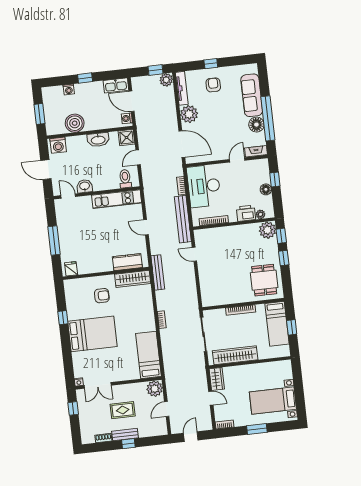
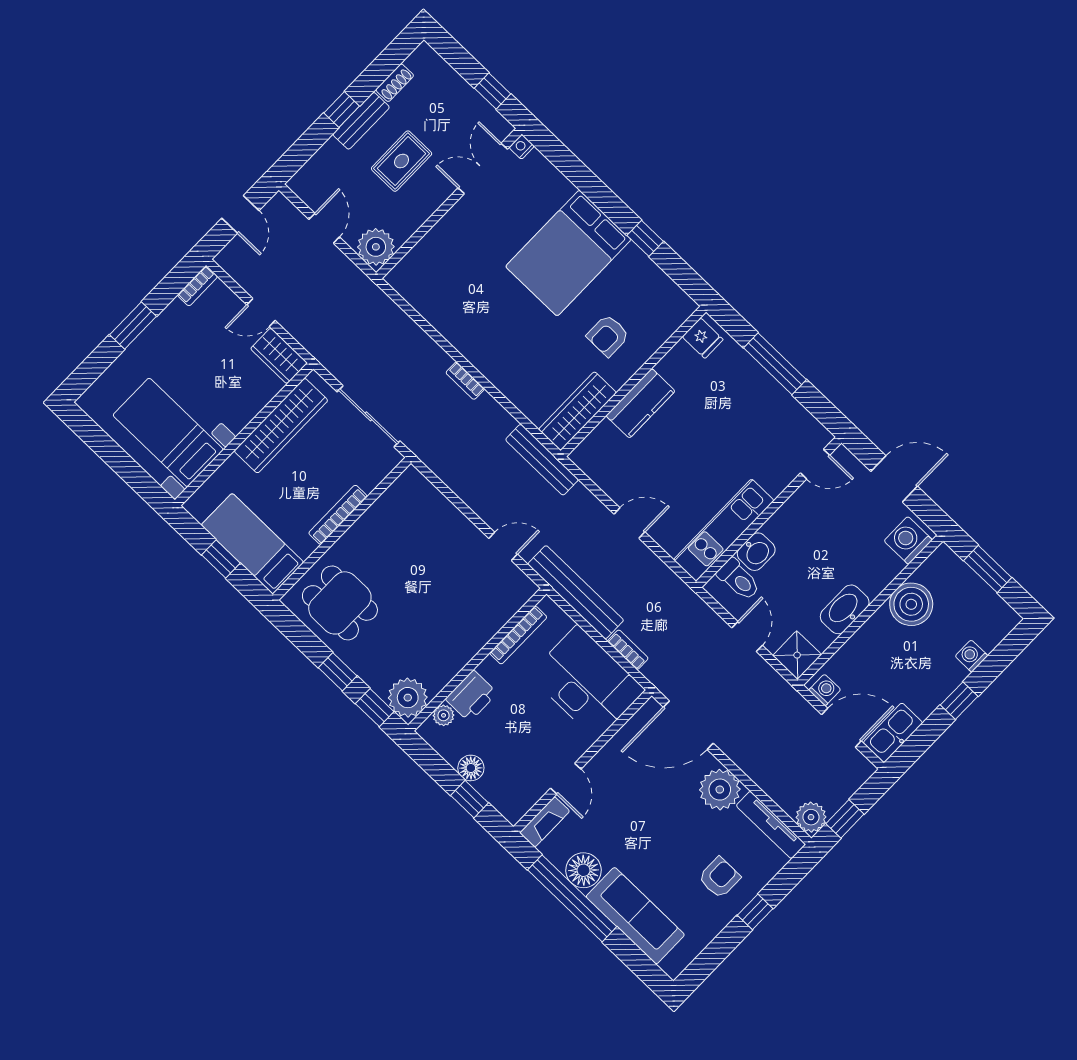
armchair: (213, 85) -> (719, 878), turned -90
washbasin: (85, 186) -> (756, 552), moved
kitchen counter: (127, 262) -> (641, 403), moved
bed: (148, 355) -> (437, 298), removed
bed with nightstands: (273, 401) -> (168, 432), moved, turned -90

